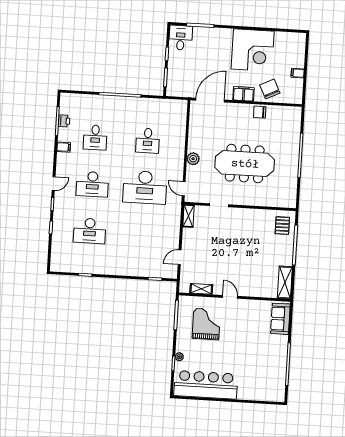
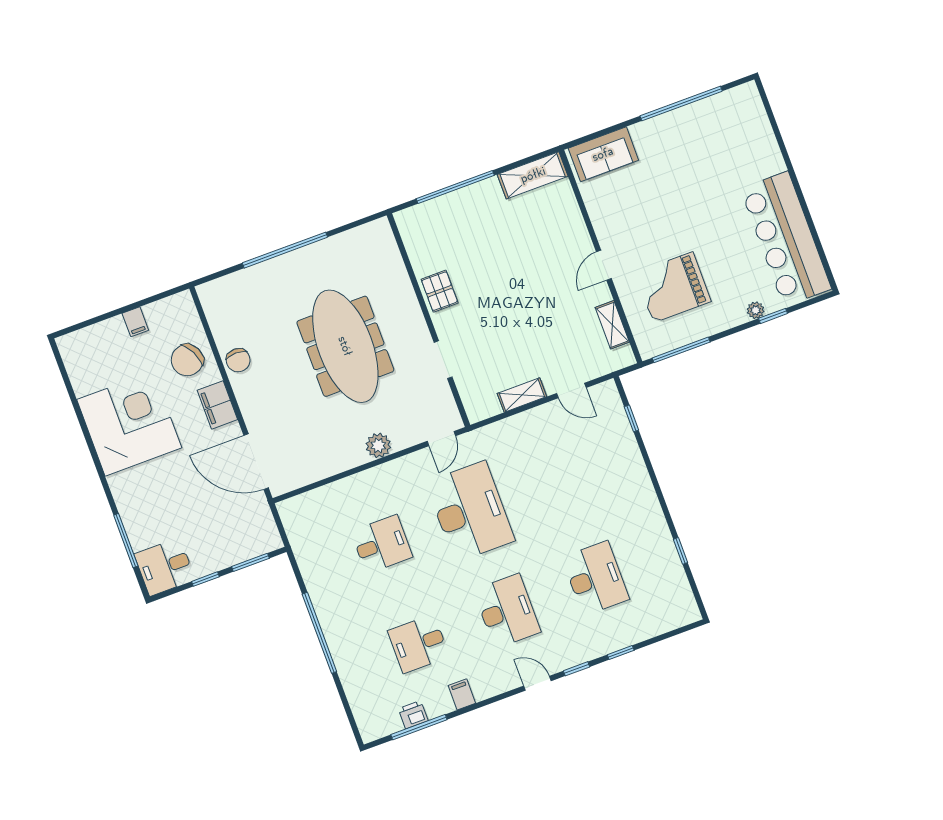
desk: (95, 137) -> (419, 644), turned 180
shelving: (188, 216) -> (522, 395), moved
pallet: (282, 226) -> (440, 291), moved, turned 90

